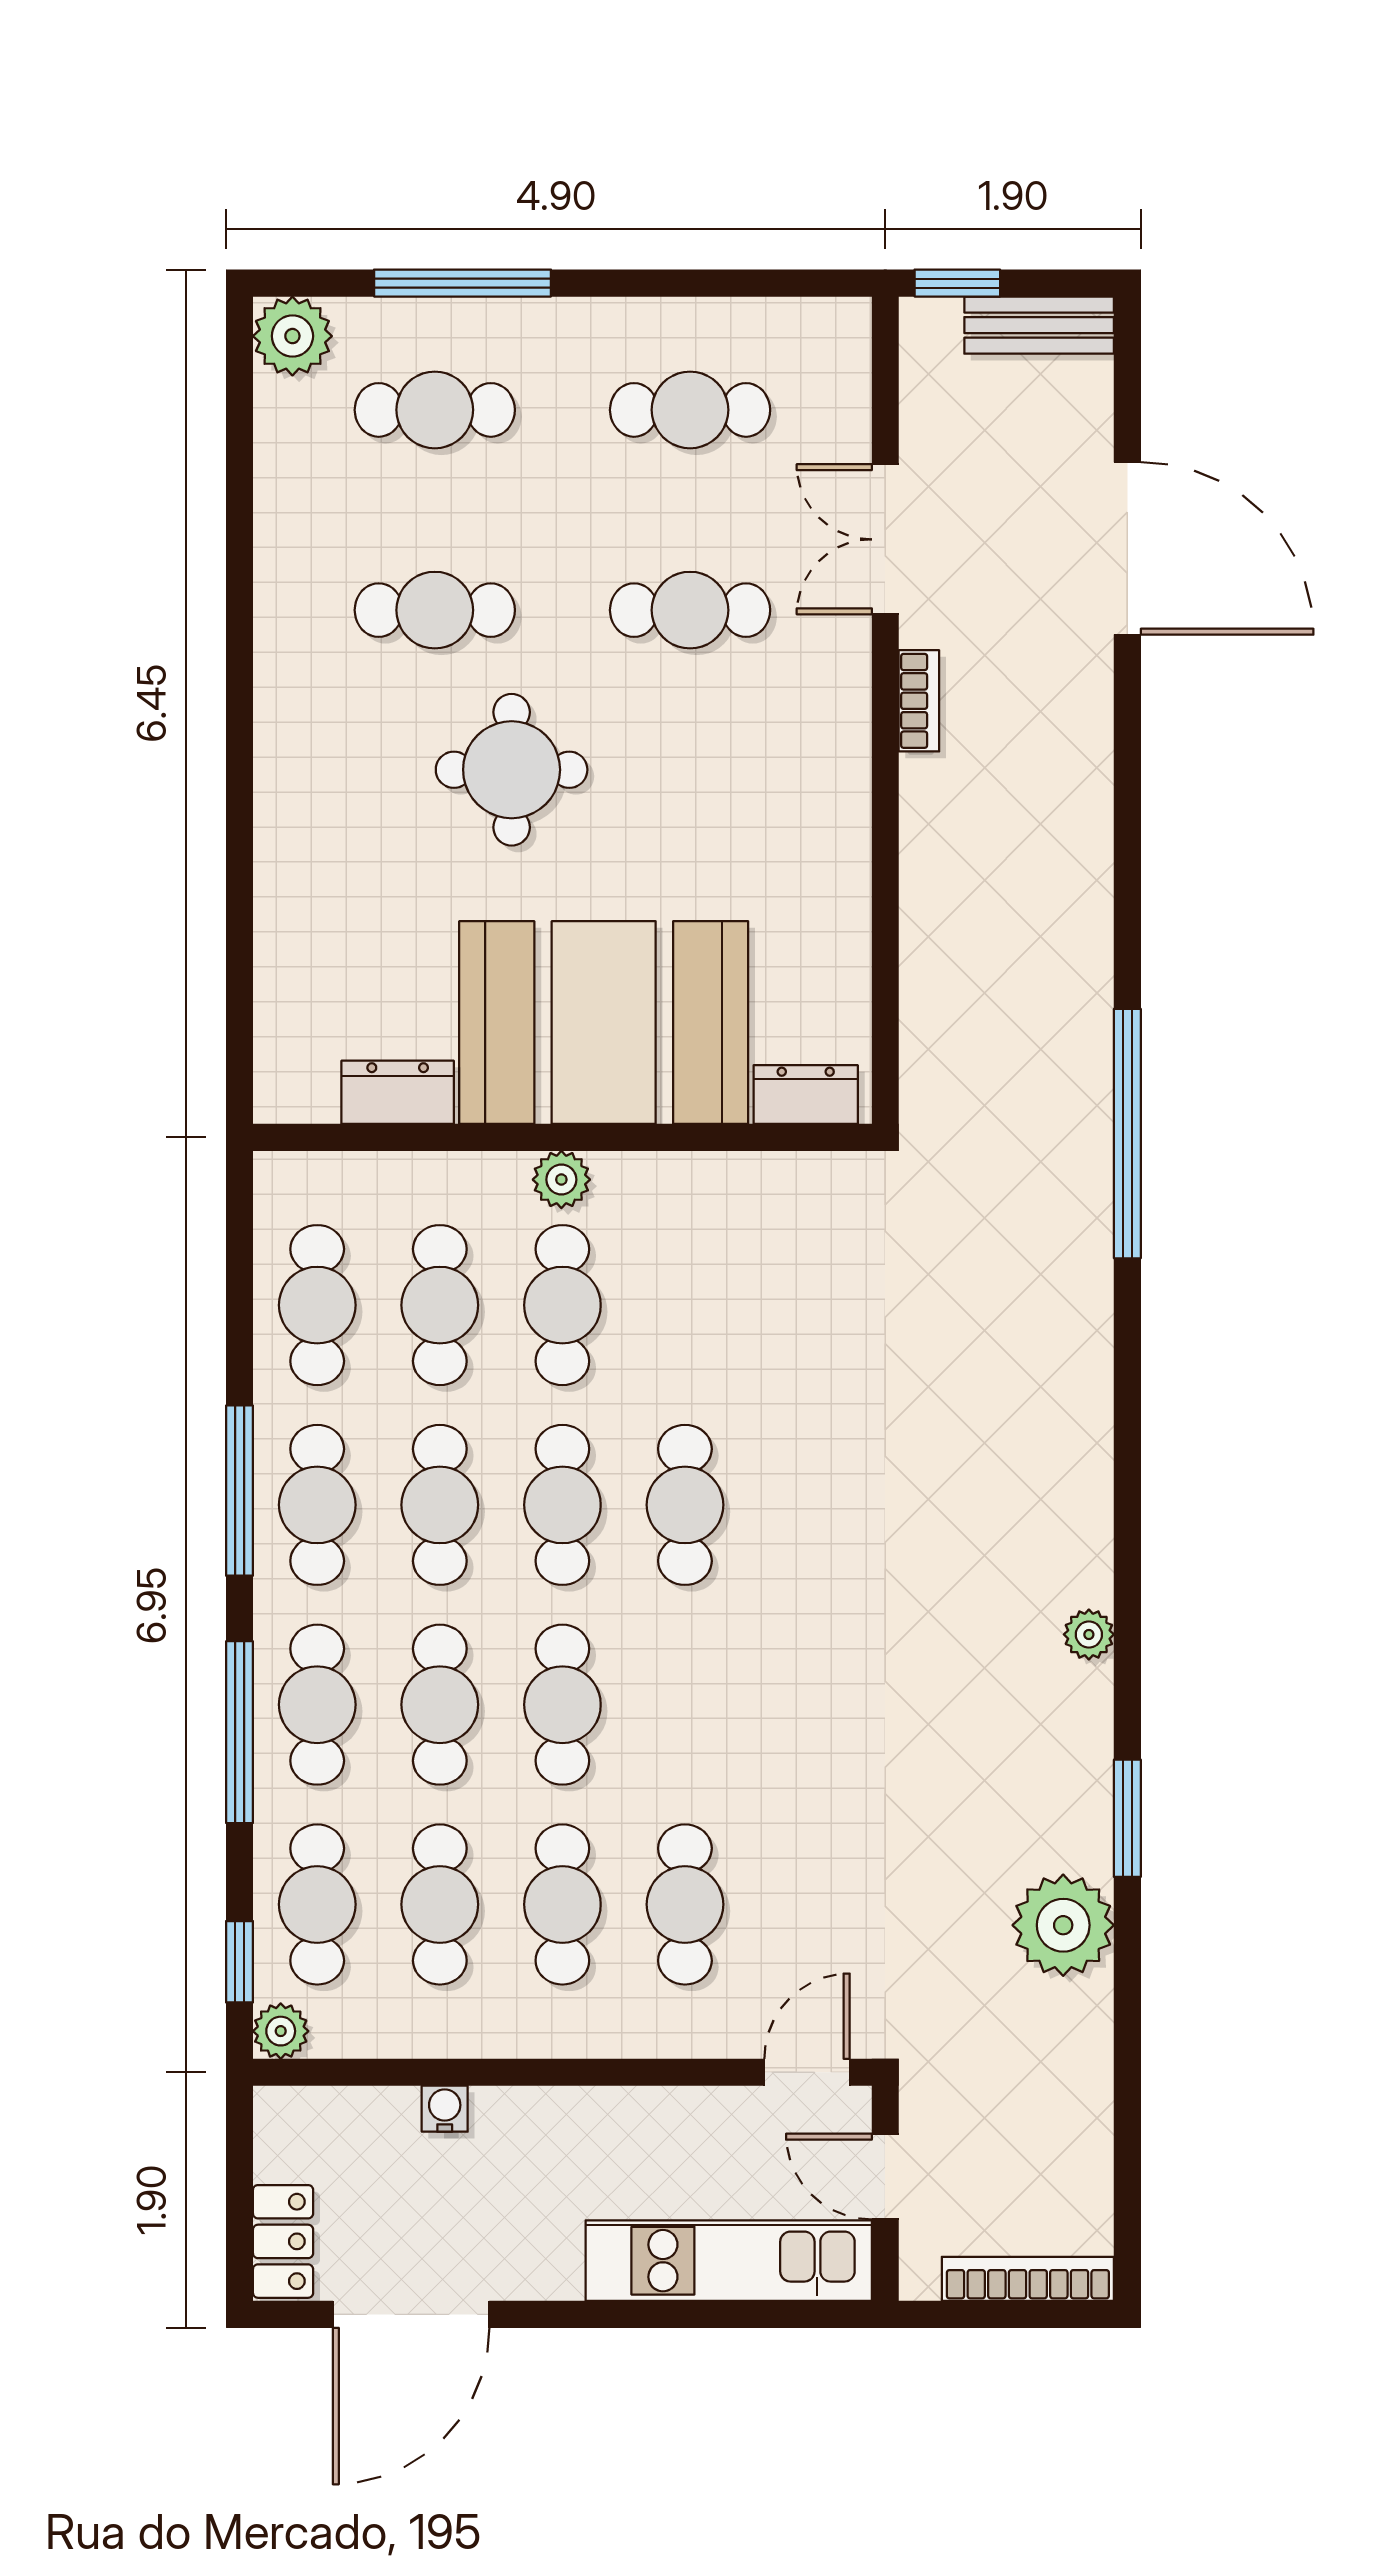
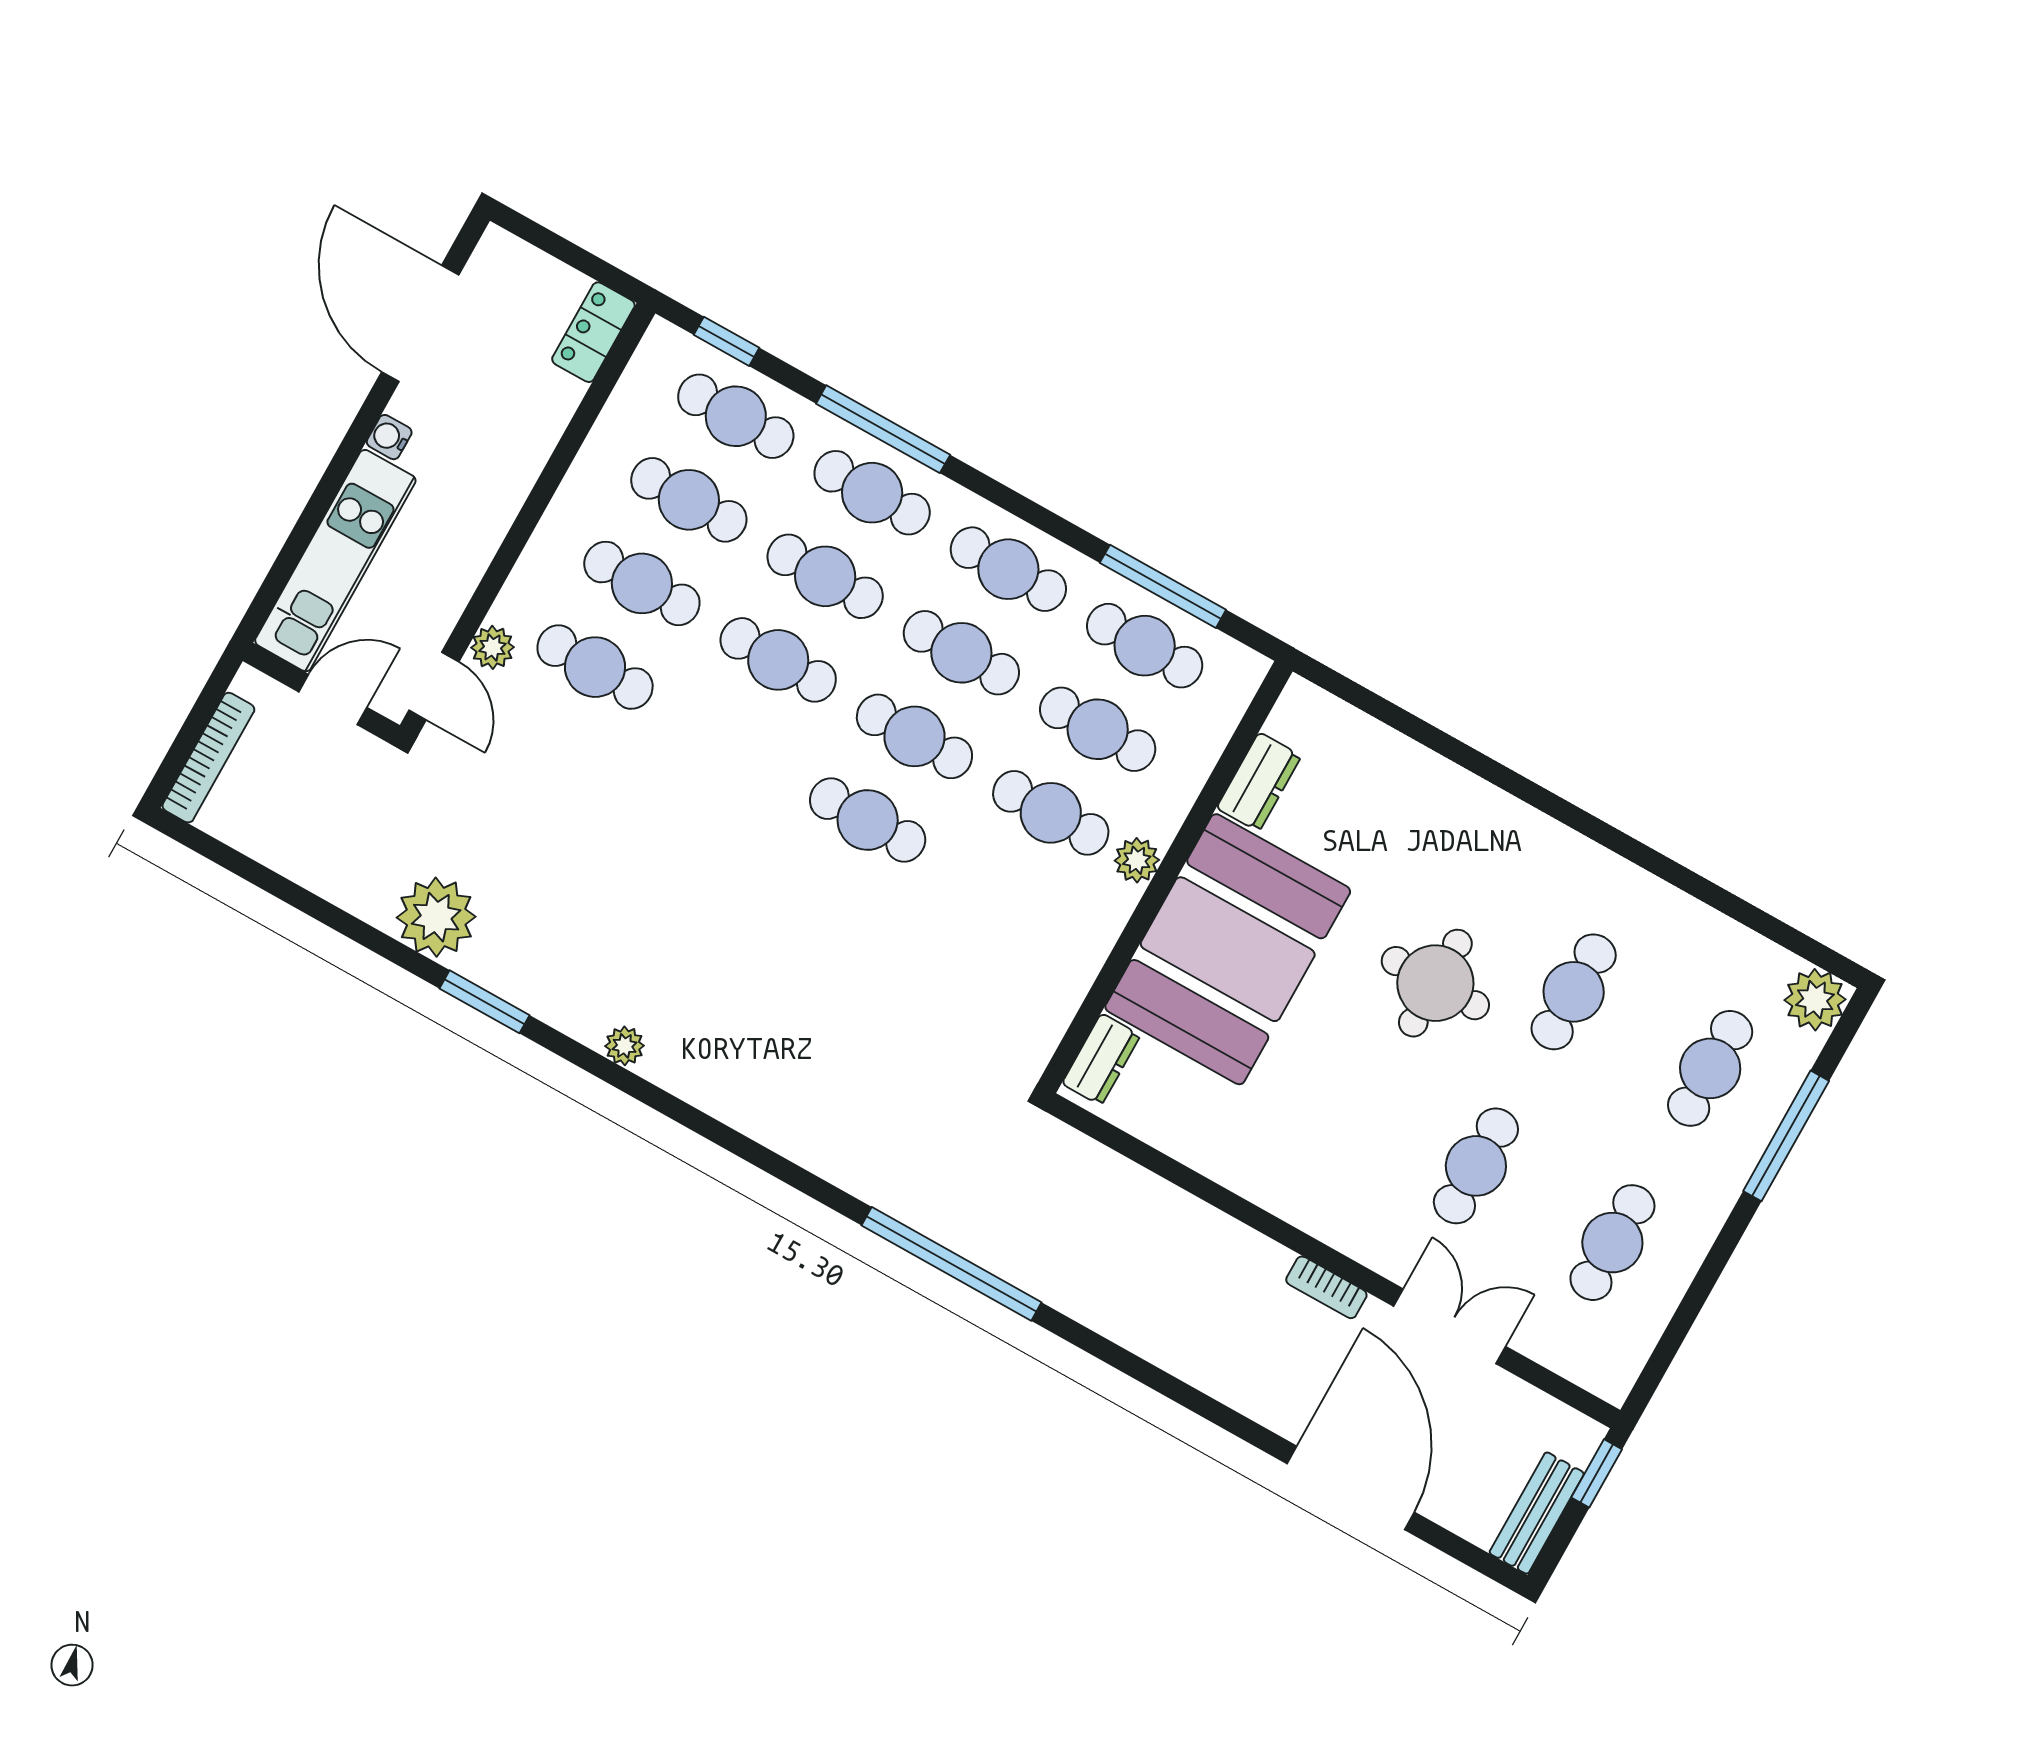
door: (1127, 548) -> (1351, 1488), swing flipped
window: (240, 1491) -> (1163, 586), moved
plant: (281, 2031) -> (493, 647), moved
water cooler: (445, 2109) -> (389, 437), moved, turned 180
locker: (283, 2241) -> (593, 332), moved, turned 90

